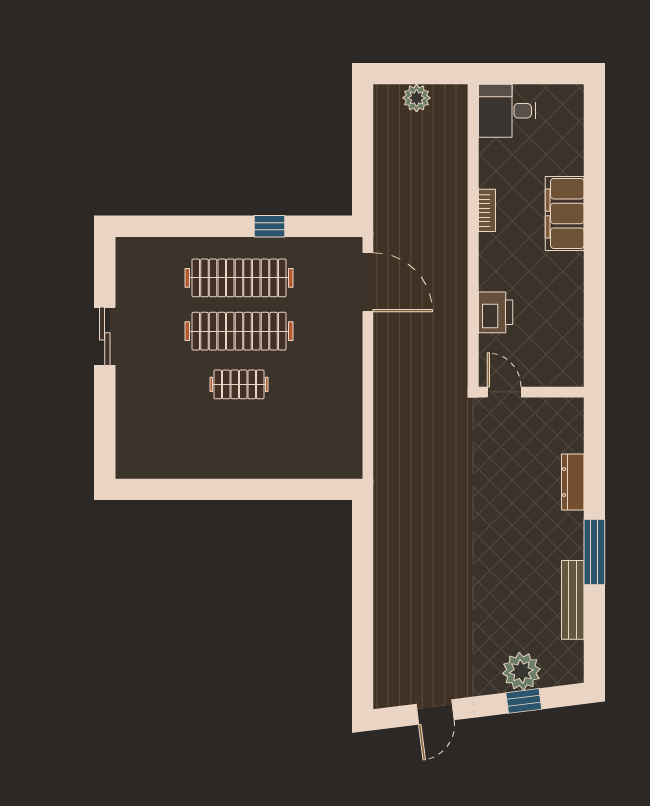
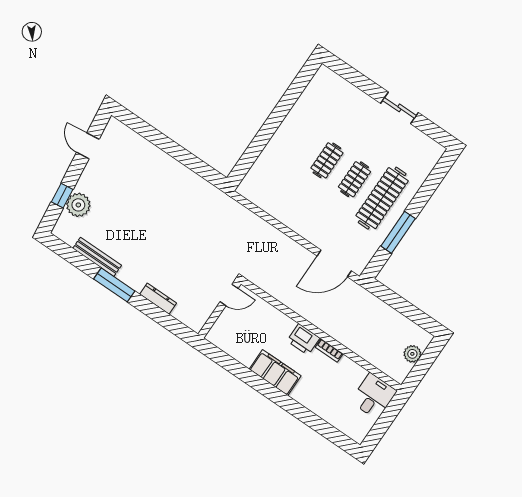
filing cabinet: (565, 213) -> (275, 372), moved
window: (269, 226) -> (398, 232), width x2.17
printer: (496, 312) -> (303, 339), moved
clothes rail: (239, 331) -> (355, 179), width x0.54, depth x0.76

